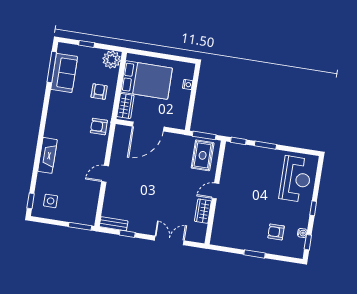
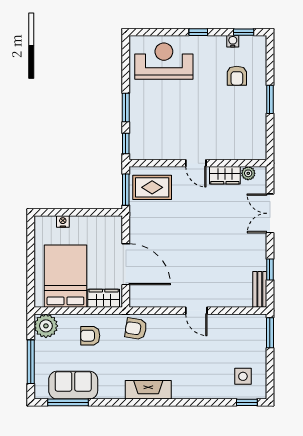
window: (87, 44) -> (31, 362), width x2.17
armchair: (99, 126) -> (136, 329), turned 99
fireplace: (47, 155) -> (148, 390), moved
plant: (202, 229) -> (248, 173), added

